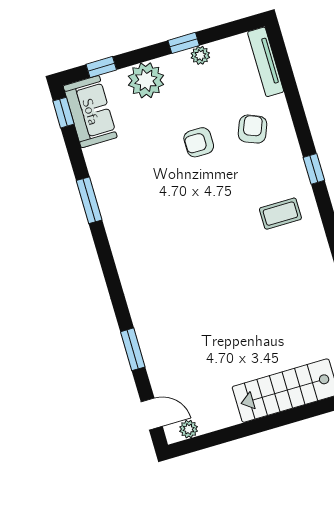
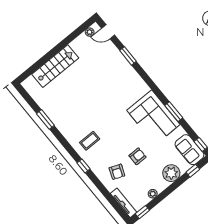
window: (184, 43) -> (142, 212), moved
corner sofa: (134, 206) -> (153, 117), added

